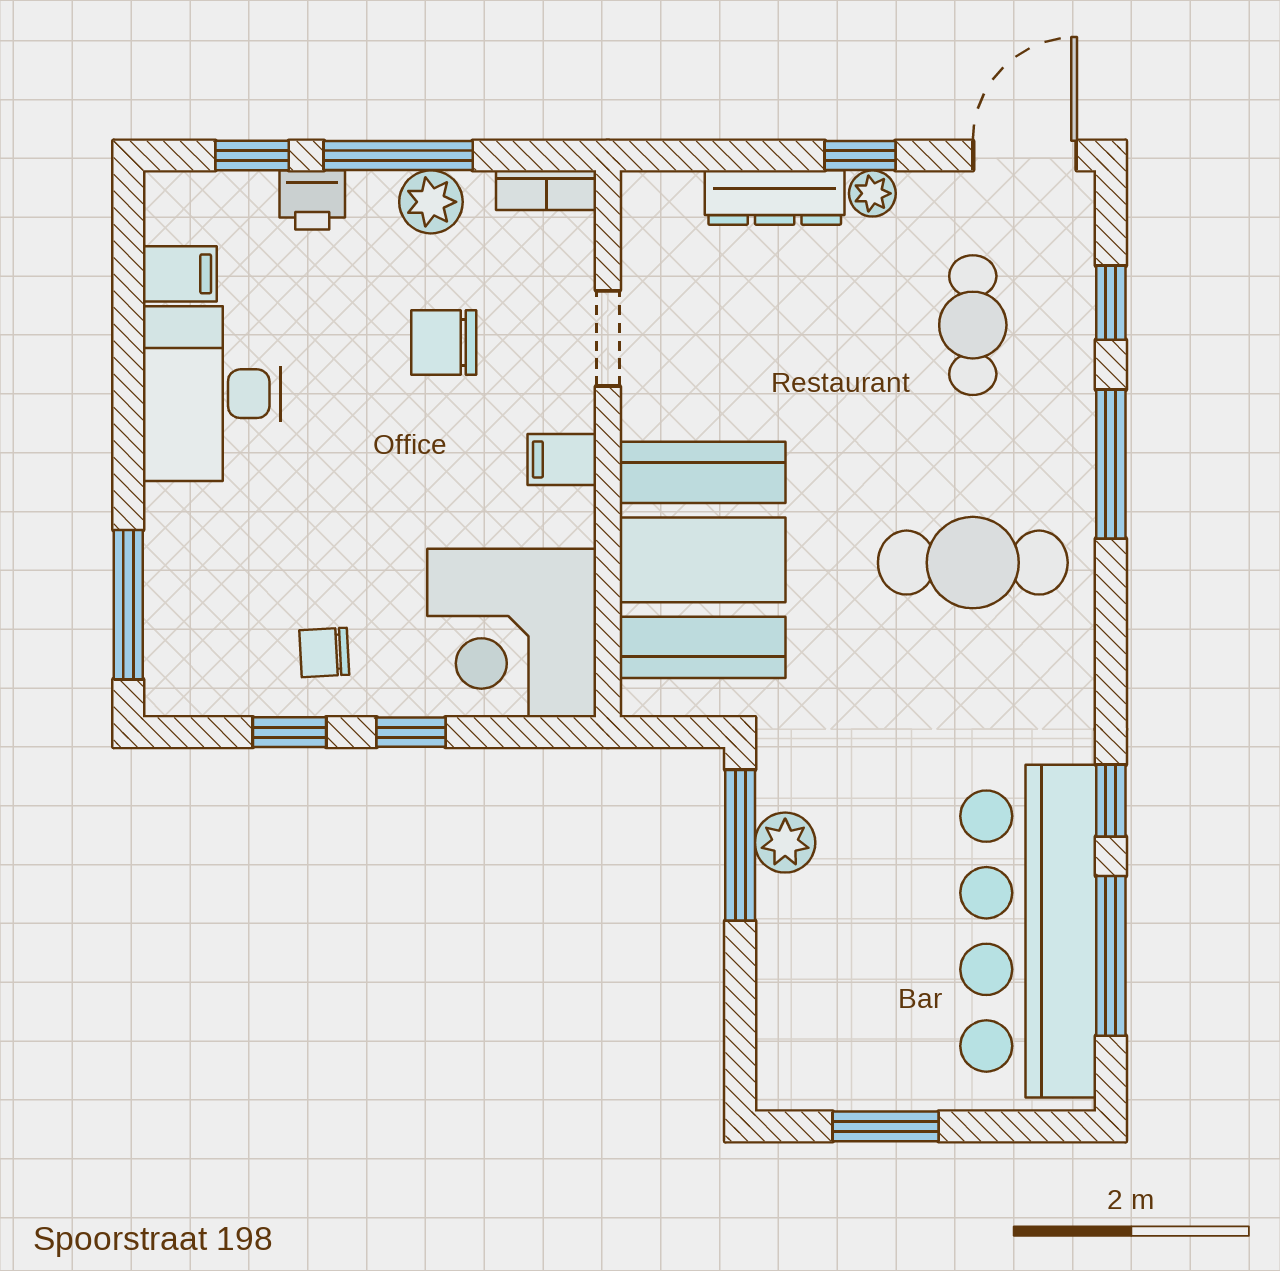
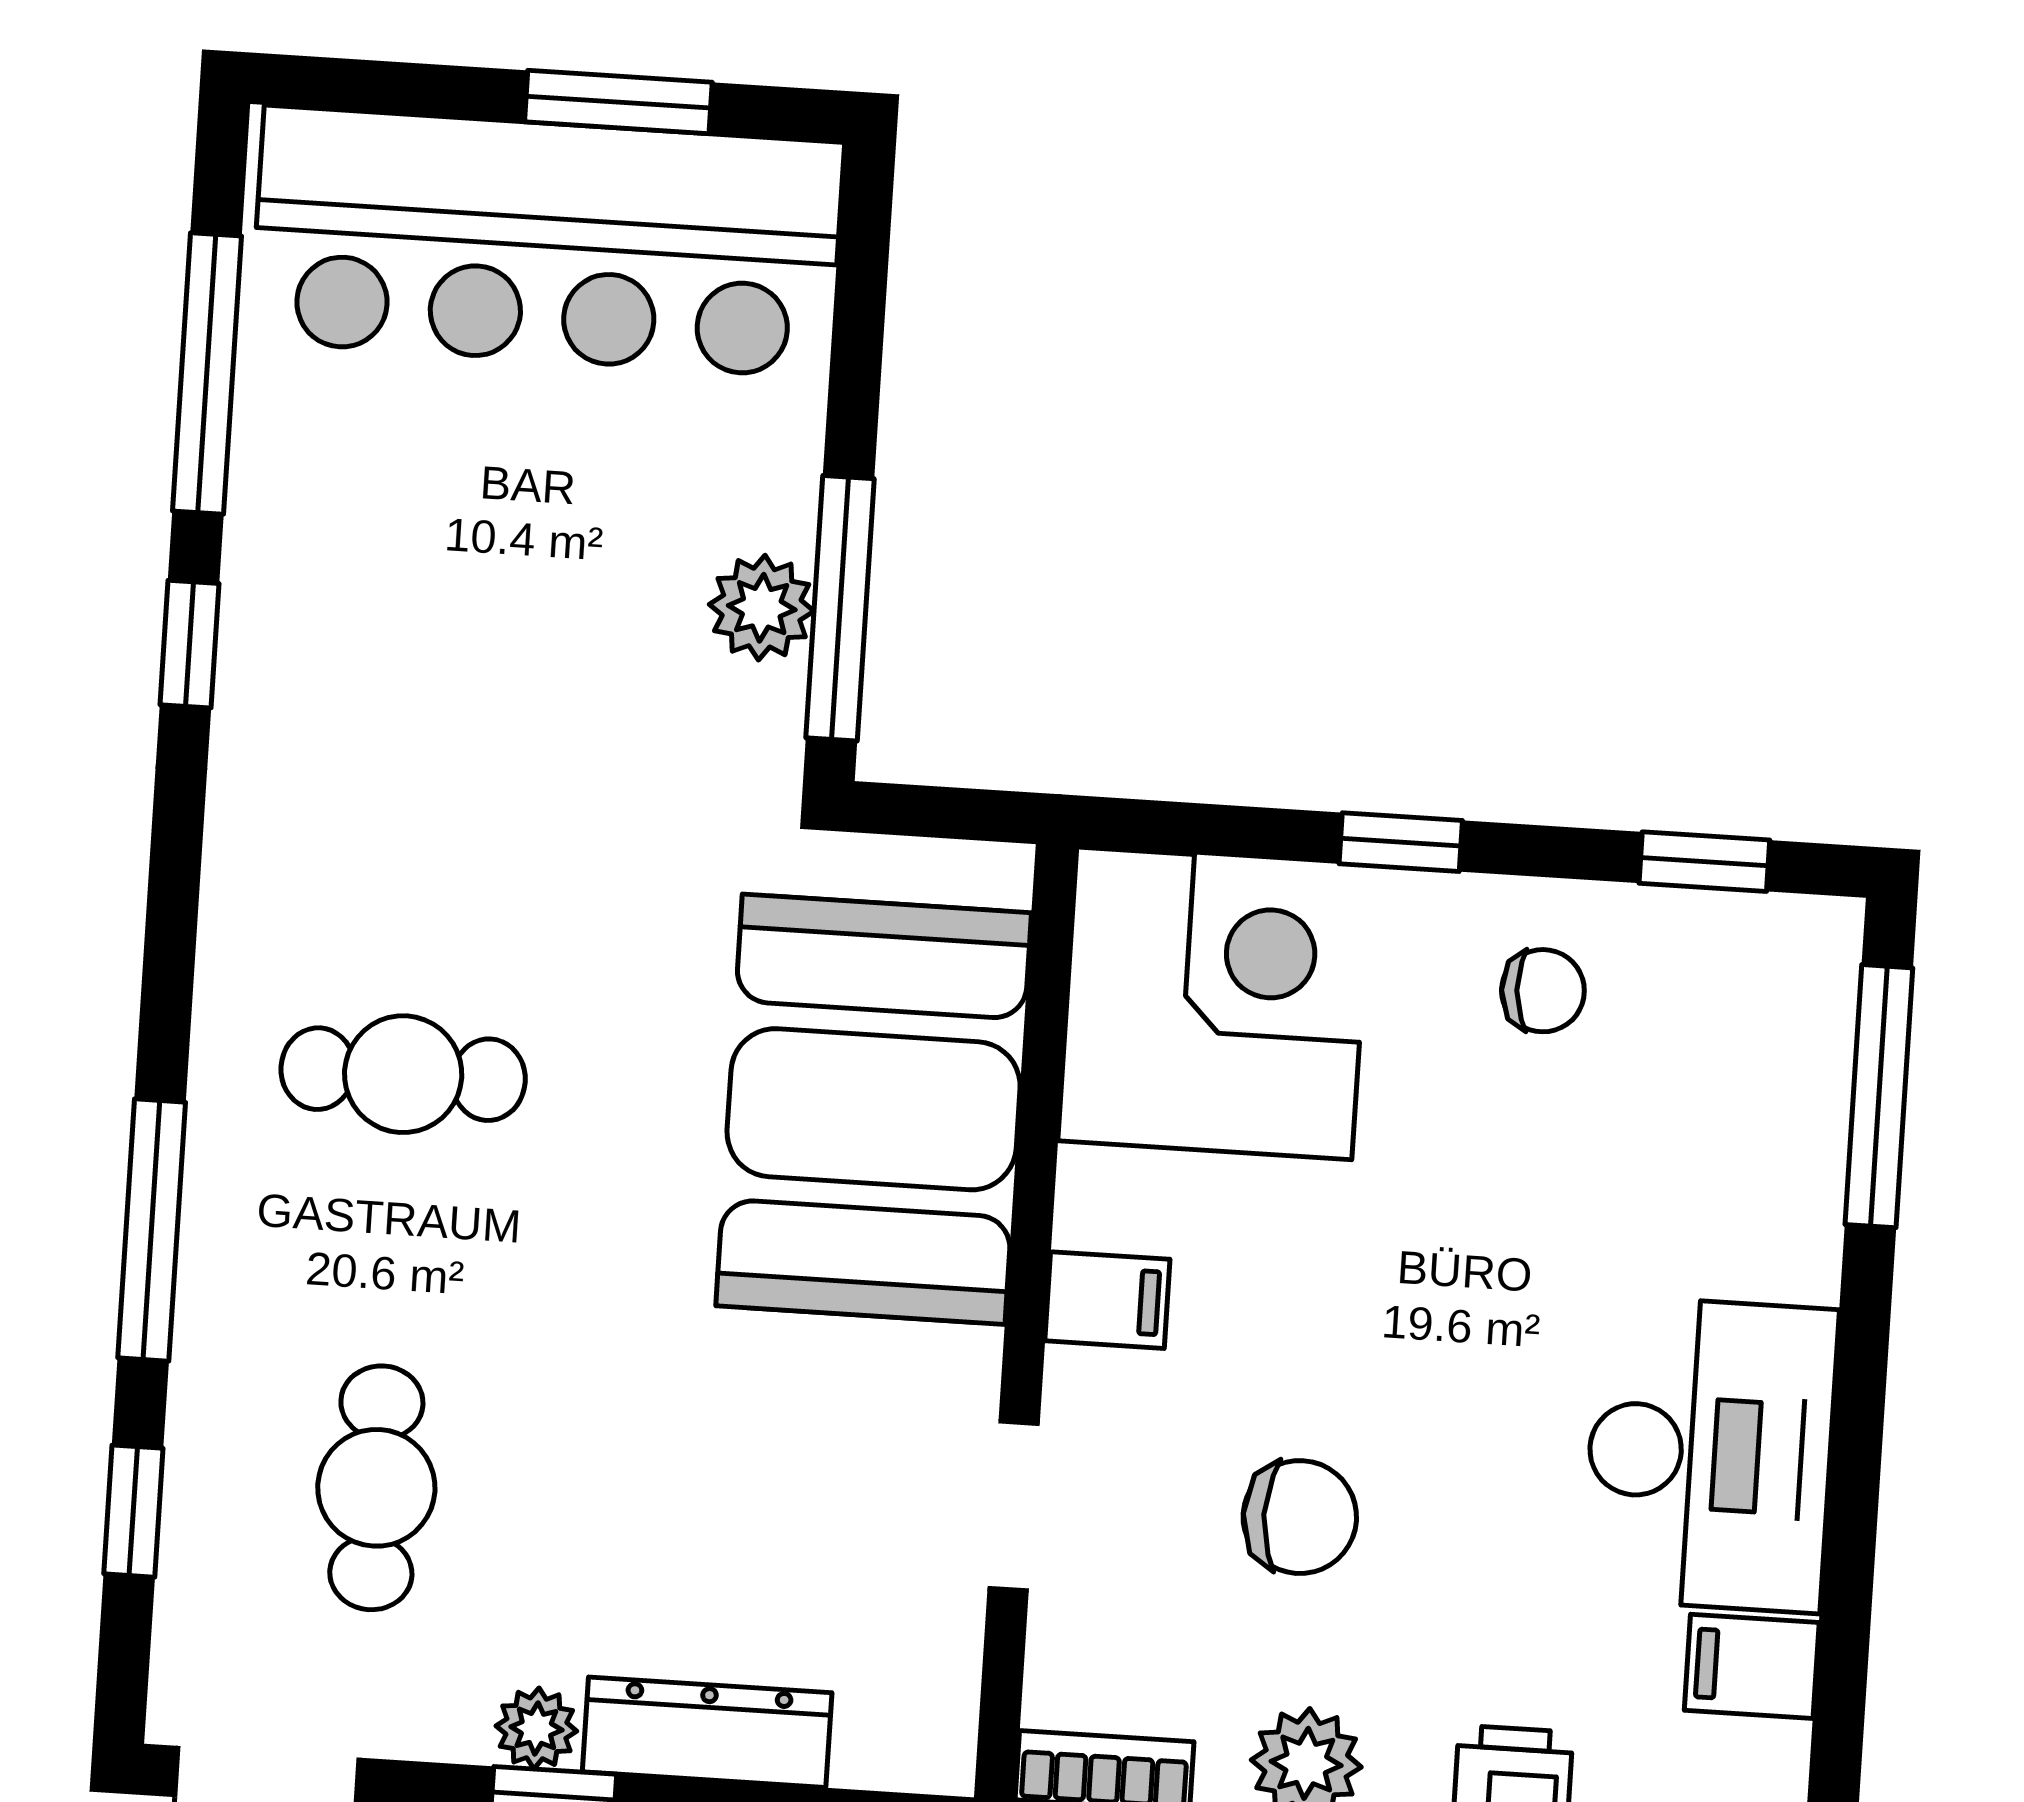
cafe table: (973, 563) -> (403, 1074), width x0.73, depth x0.74
window: (290, 732) -> (1704, 862), moved
bar counter: (1028, 931) -> (547, 242), moved, turned 90

